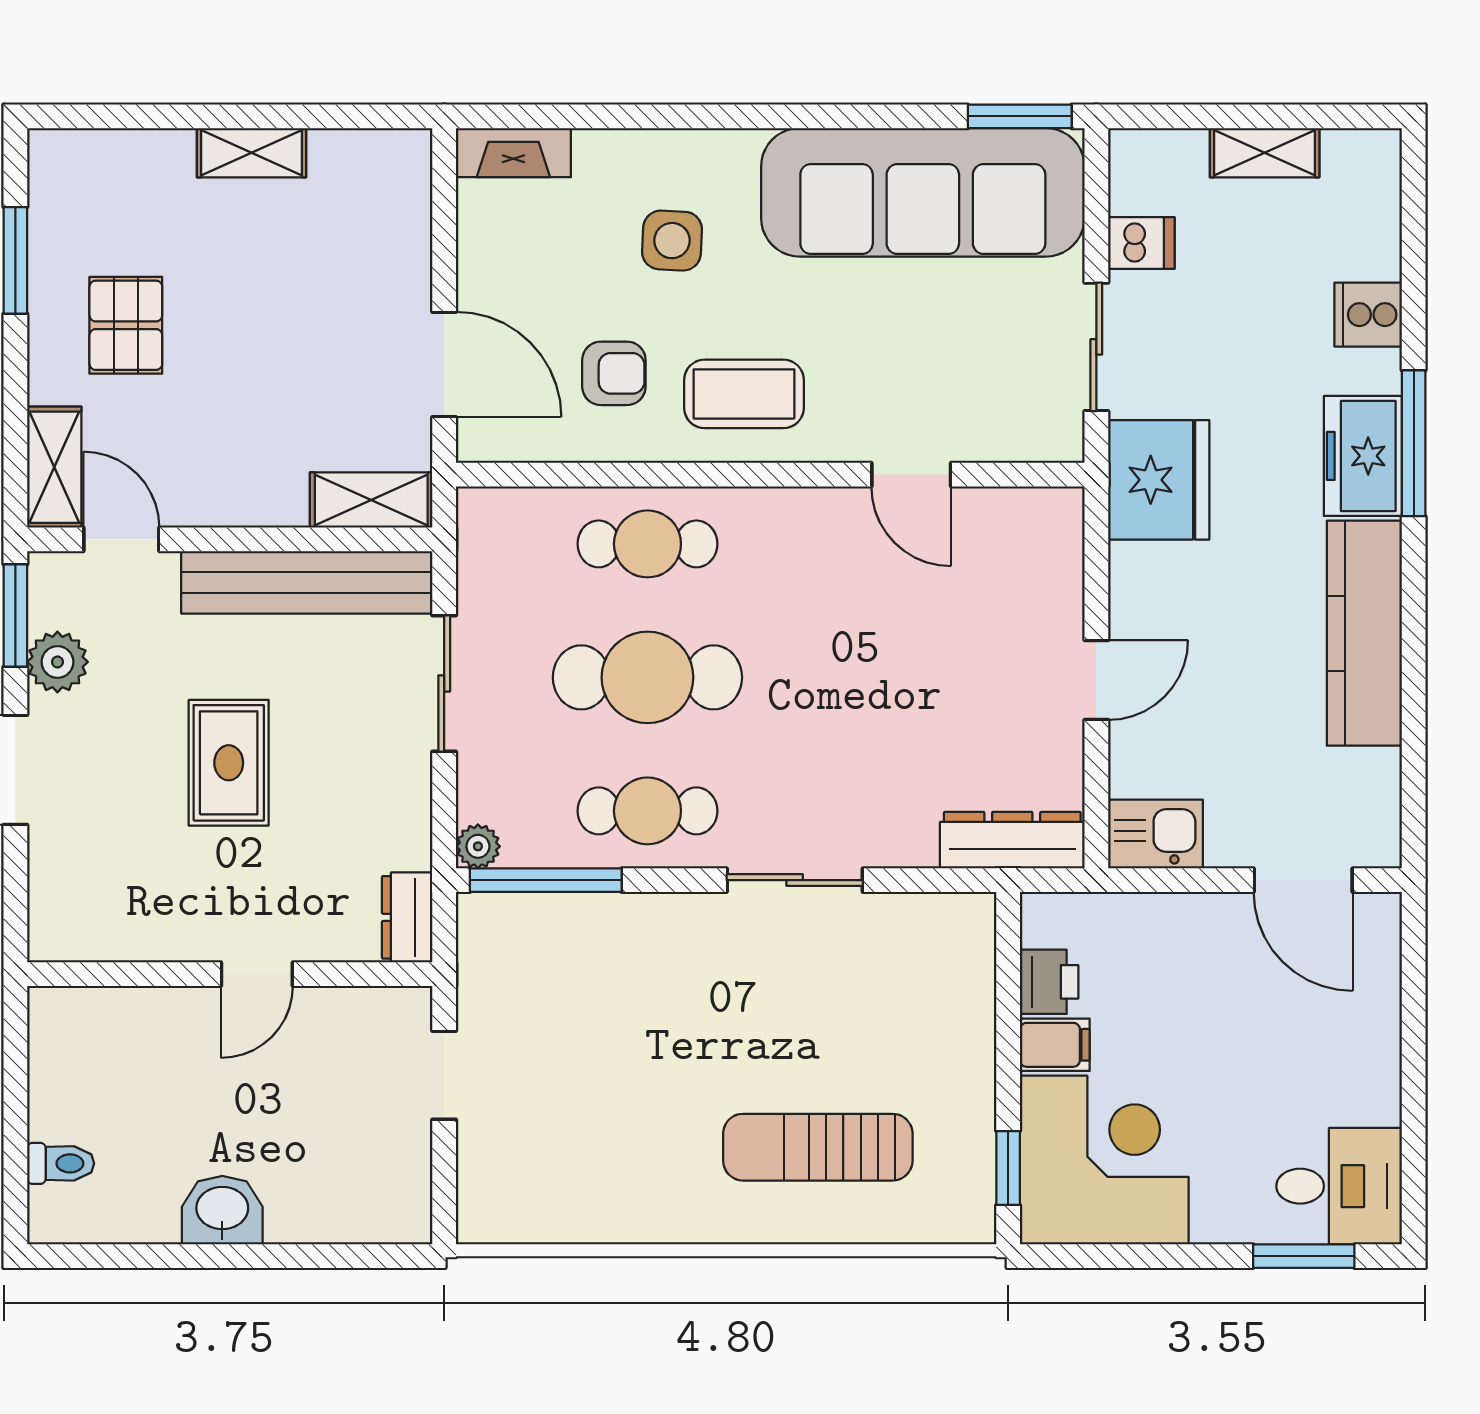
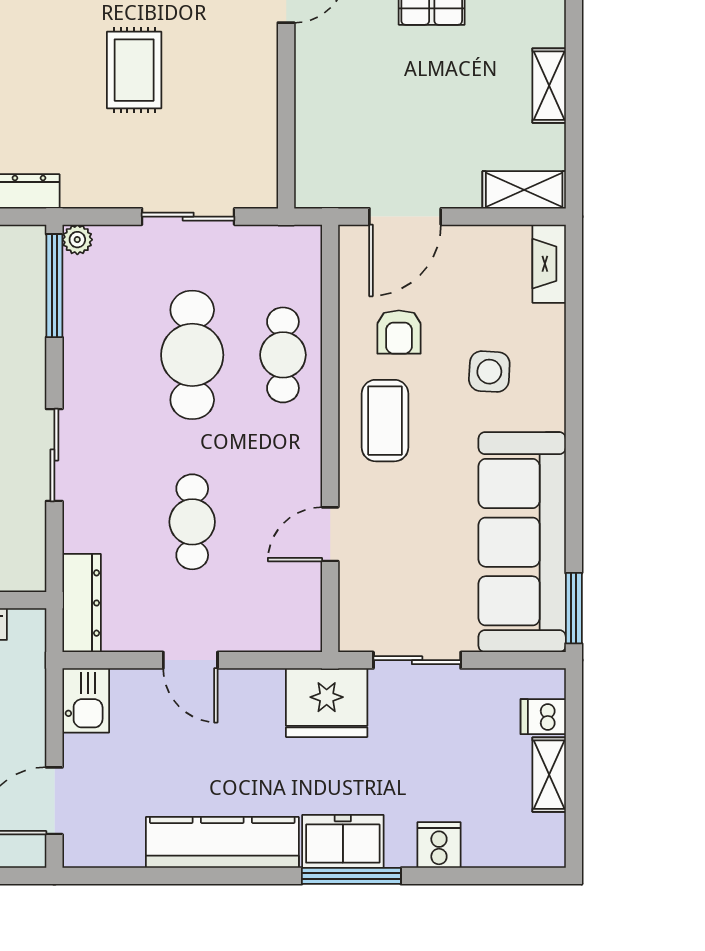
dishwasher: (1141, 243) -> (543, 717), moved, turned 90
shelving: (371, 500) -> (524, 190), moved, turned 90
bench: (307, 582) -> (257, 123), removed
rug: (229, 763) -> (134, 70), turned 90
cafe table: (647, 811) -> (192, 522), moved

